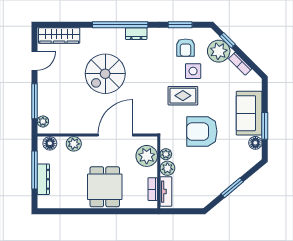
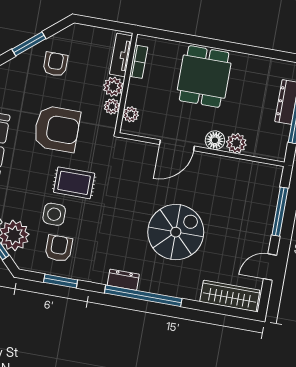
plant: (43, 121) -> (273, 182), removed
door: (115, 135) -> (177, 145), width x0.73
floor lamp: (50, 143) -> (215, 140), moved
plant: (147, 156) -> (131, 114), width x0.53, depth x0.53
armchair: (211, 177) -> (55, 64), added

